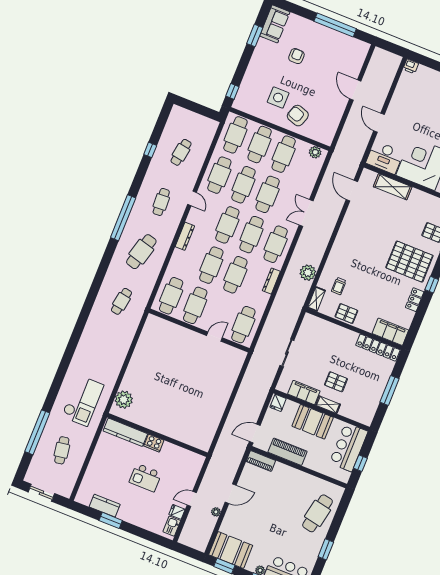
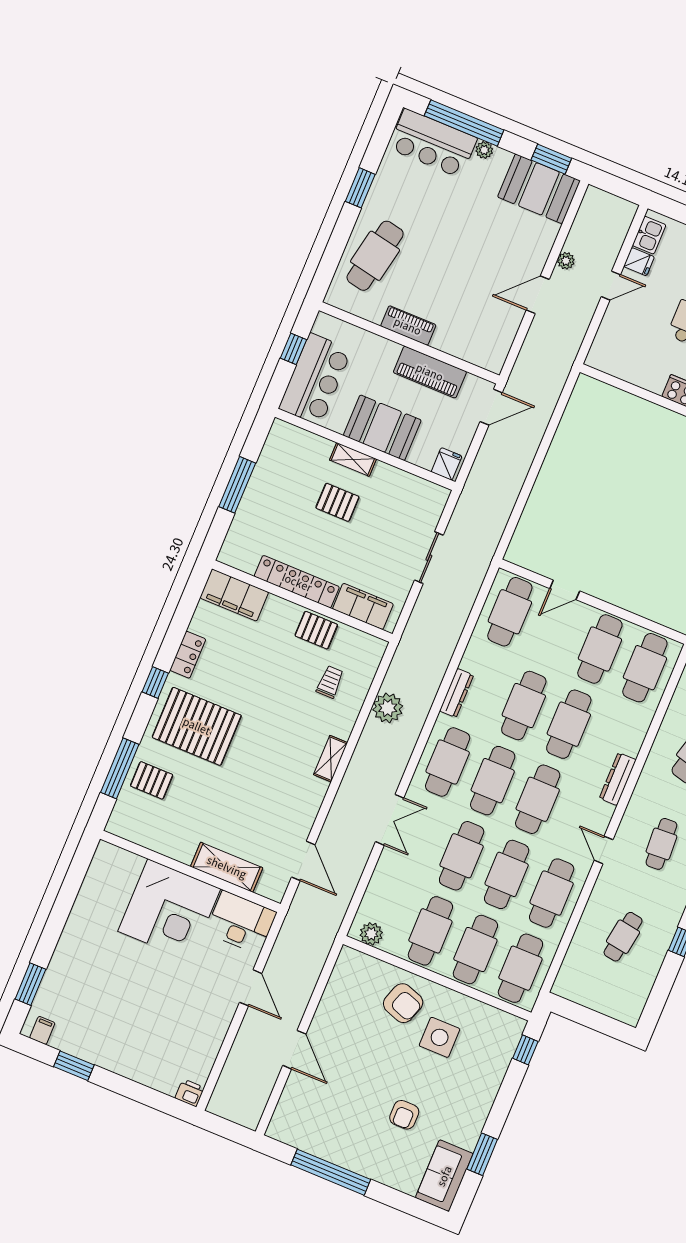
shelving: (316, 299) -> (331, 759), moved
locker: (378, 348) -> (297, 582), moved
filing cabinet: (304, 392) -> (363, 606), moved, turned 180
piano: (261, 461) -> (408, 326), moved

